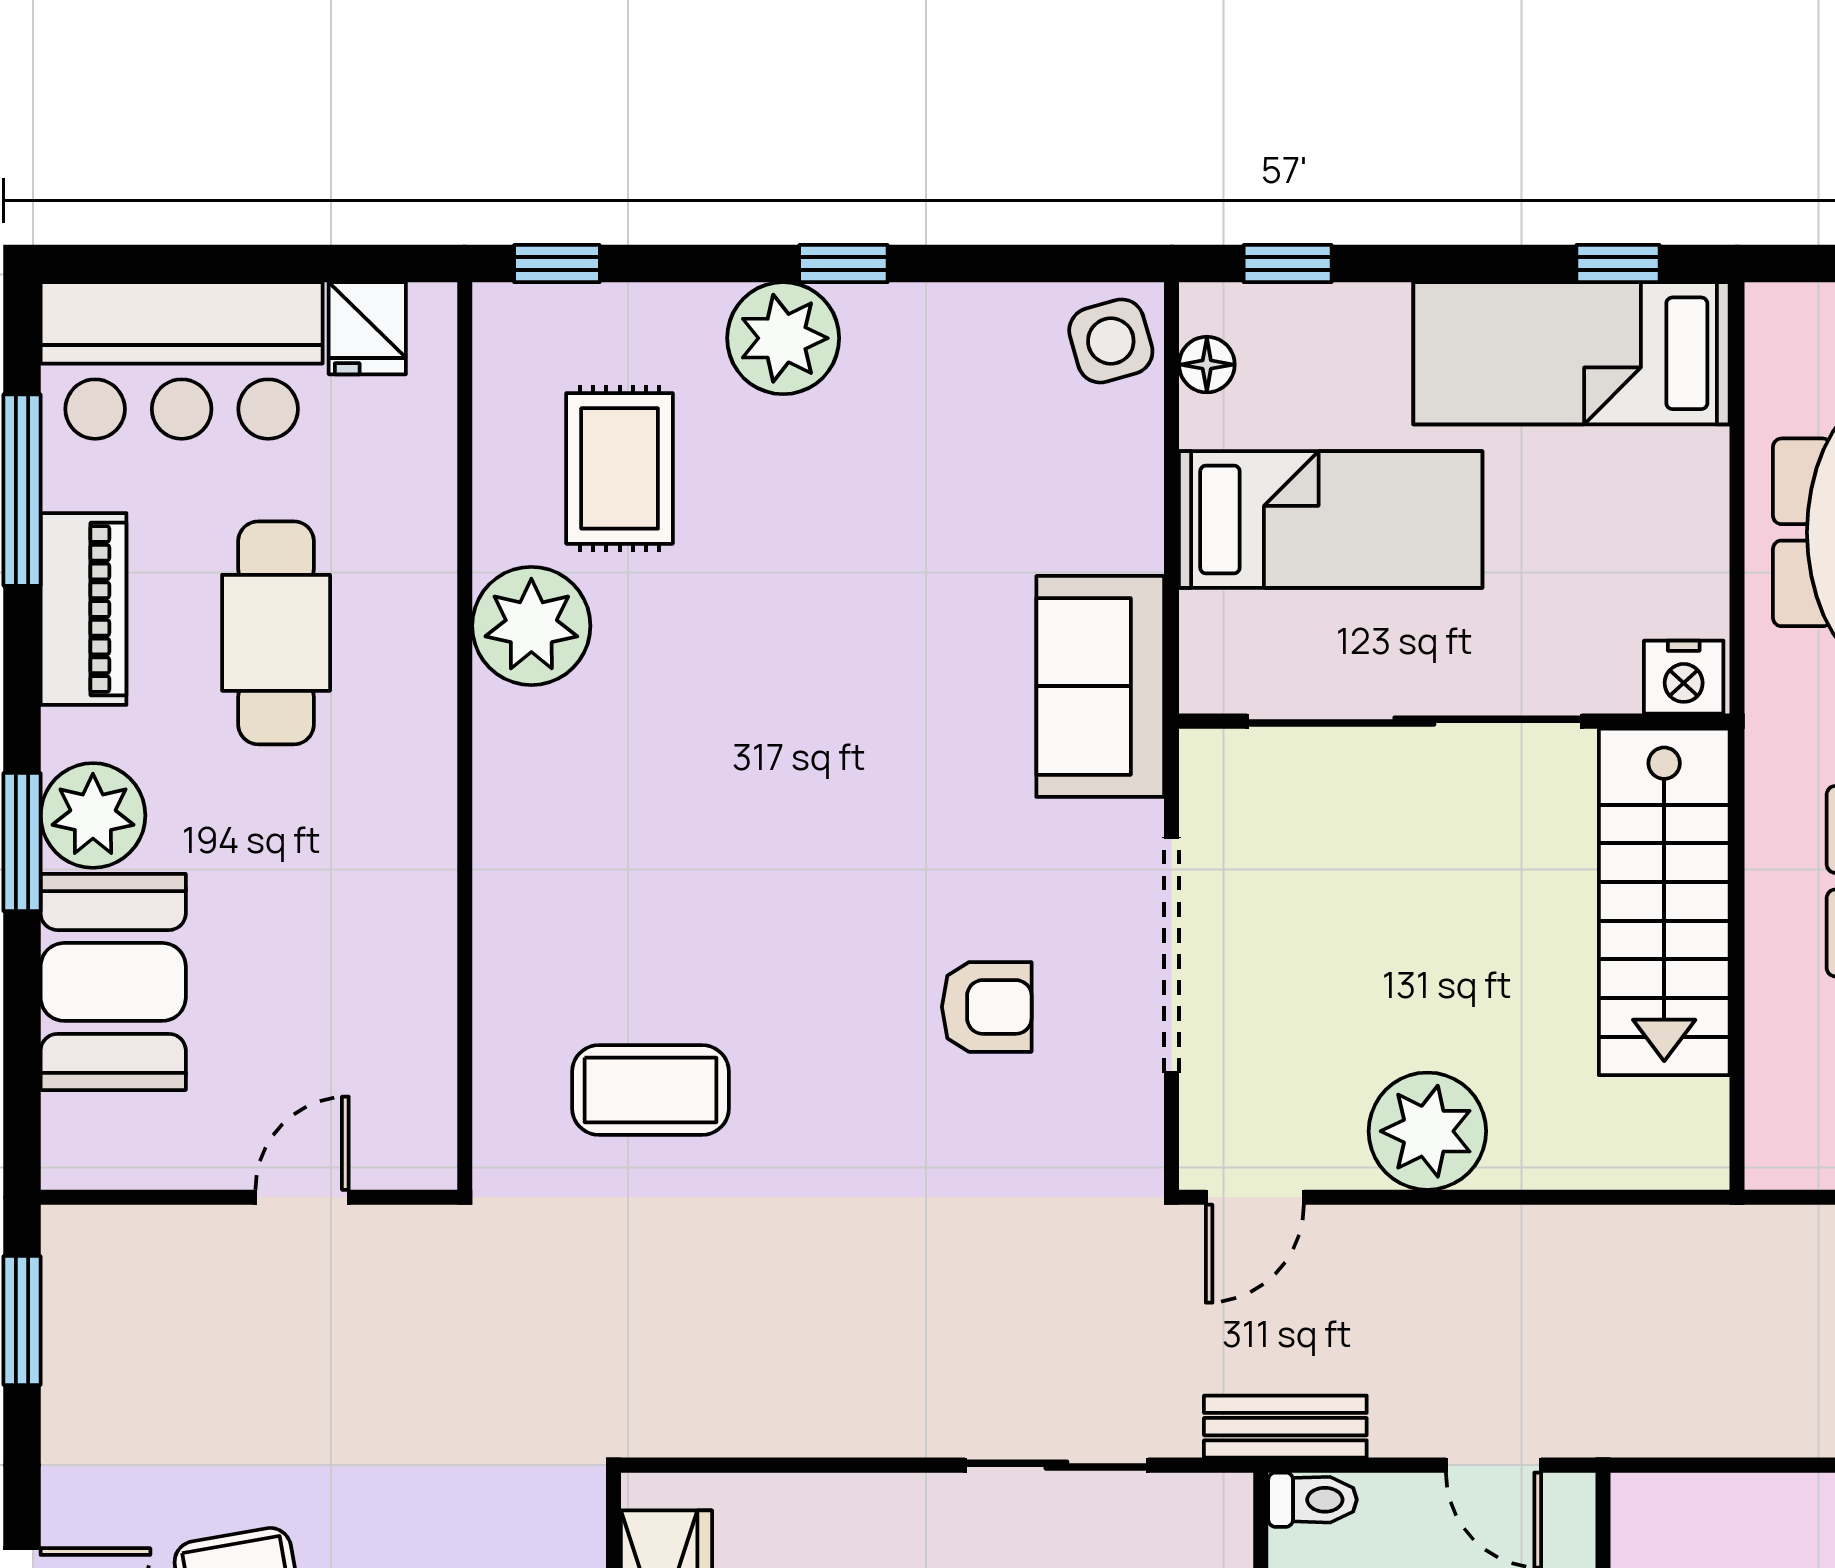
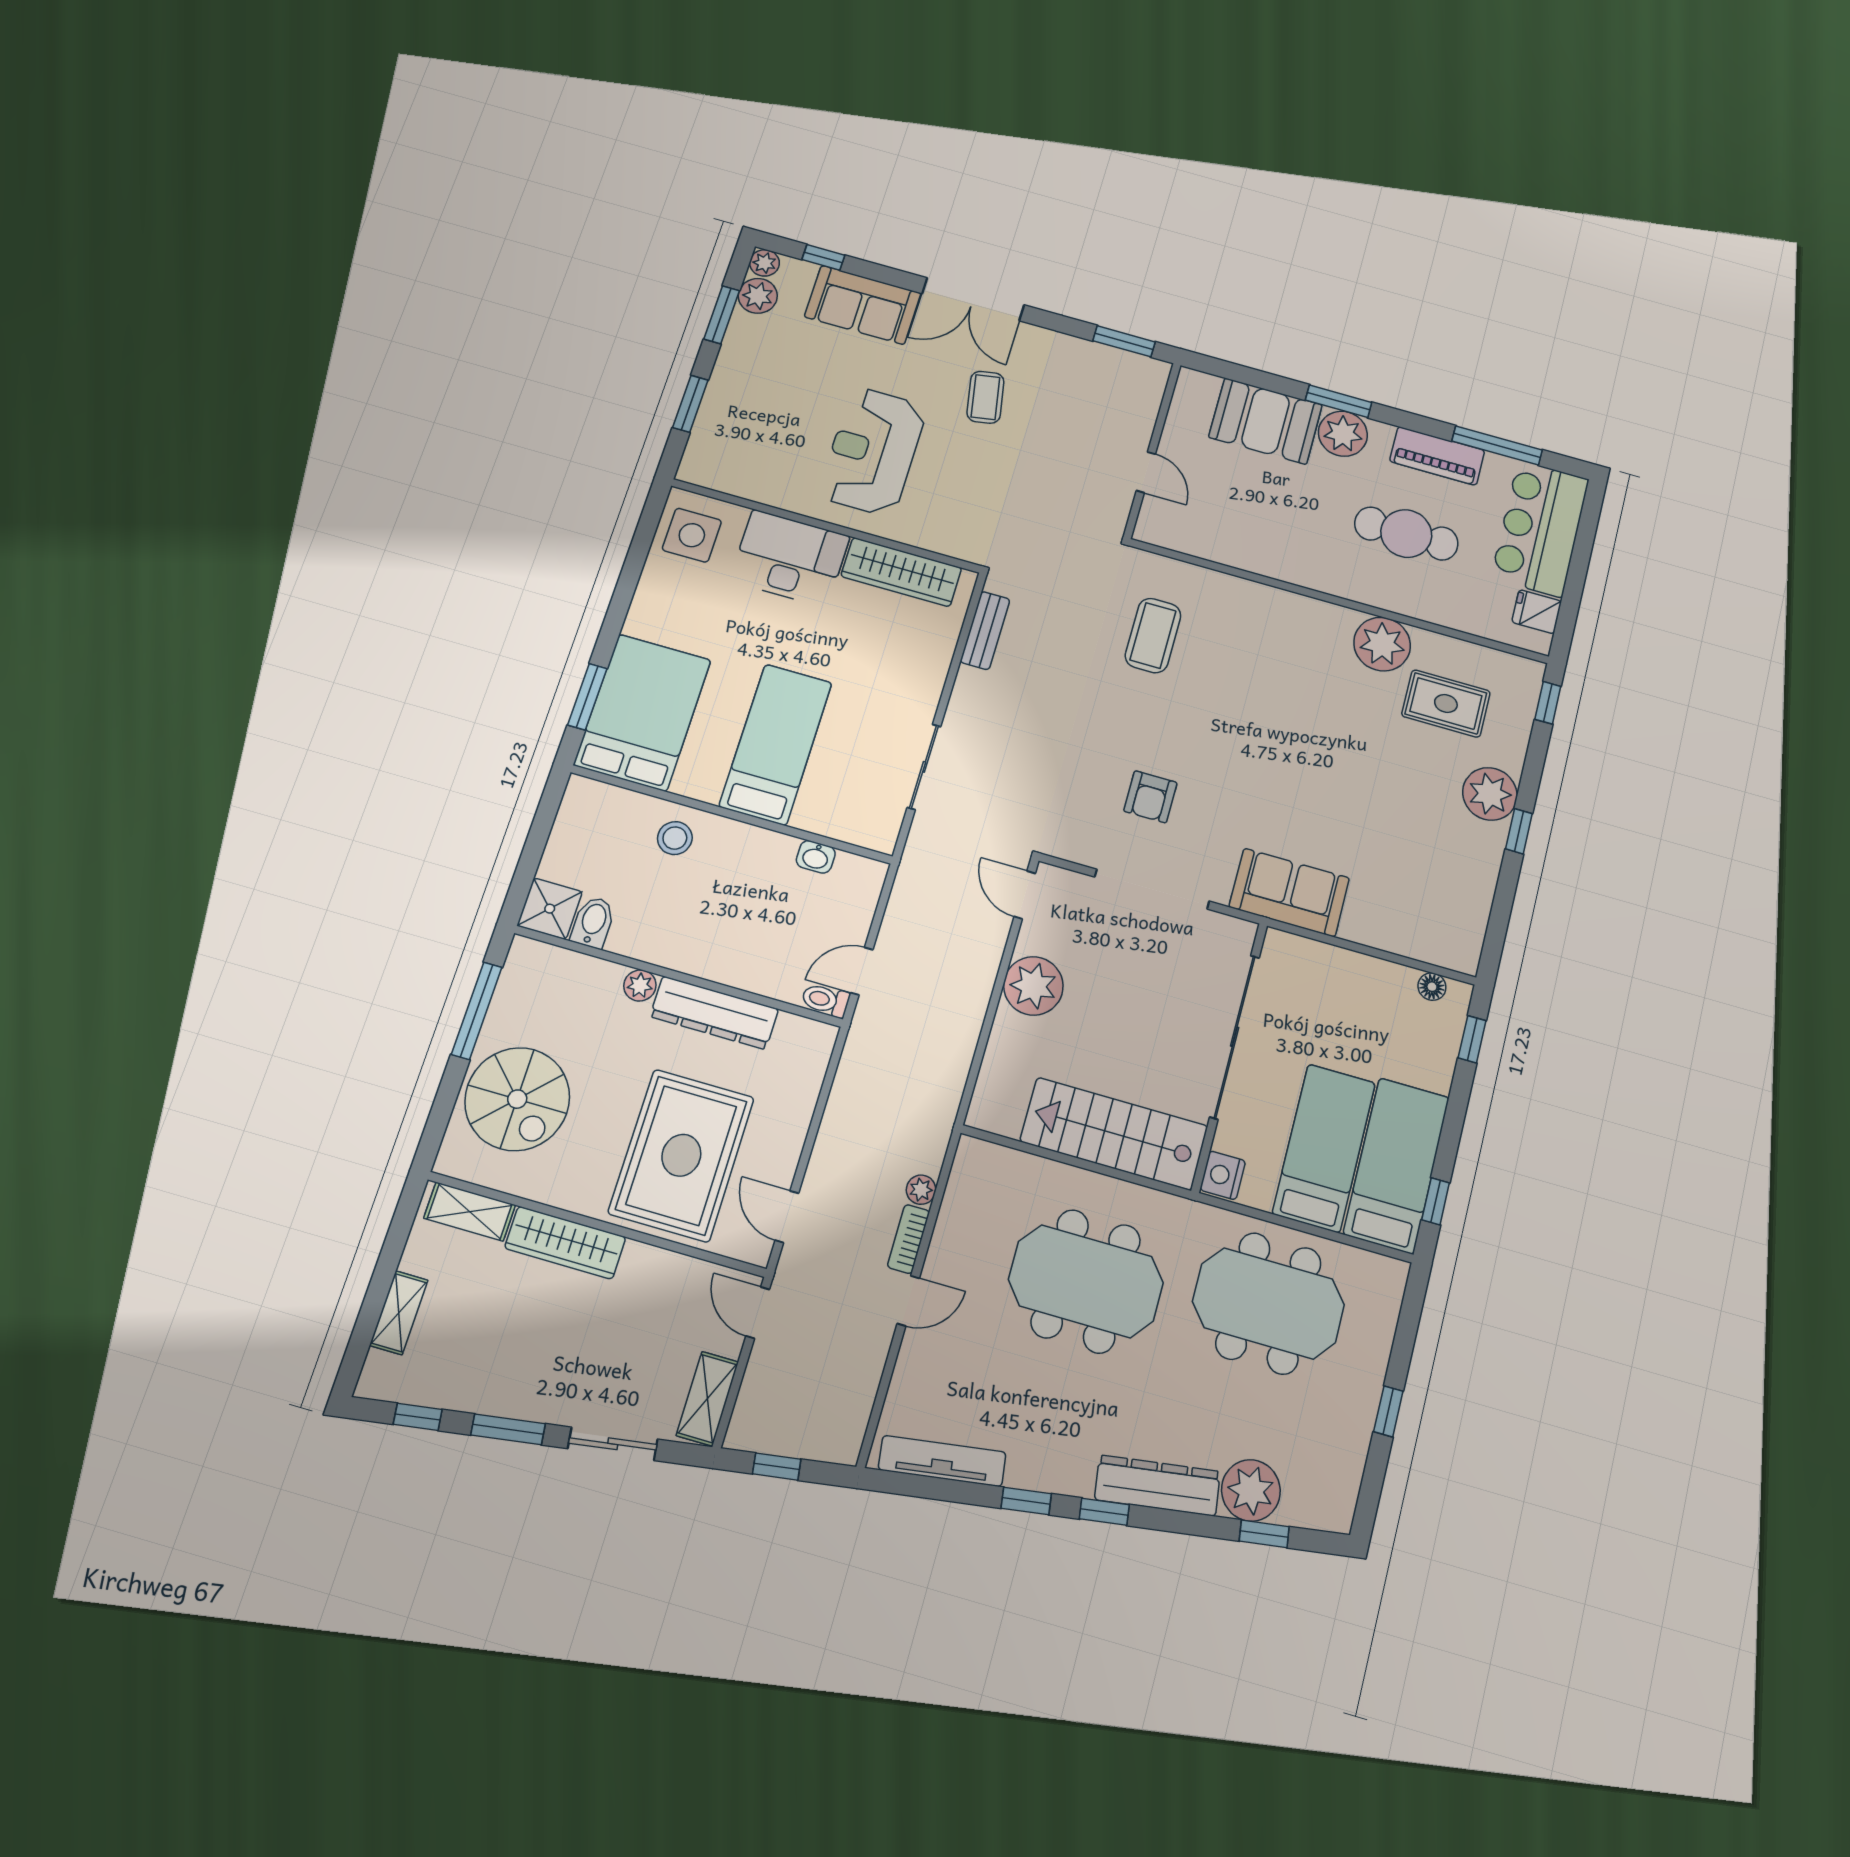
side table: (1111, 341) -> (1454, 945), removed
bed: (1331, 520) -> (1324, 1148), moved, turned 180
bench: (1285, 1427) -> (985, 631), moved
toilet: (1312, 1500) -> (825, 1000), moved, turned 90

